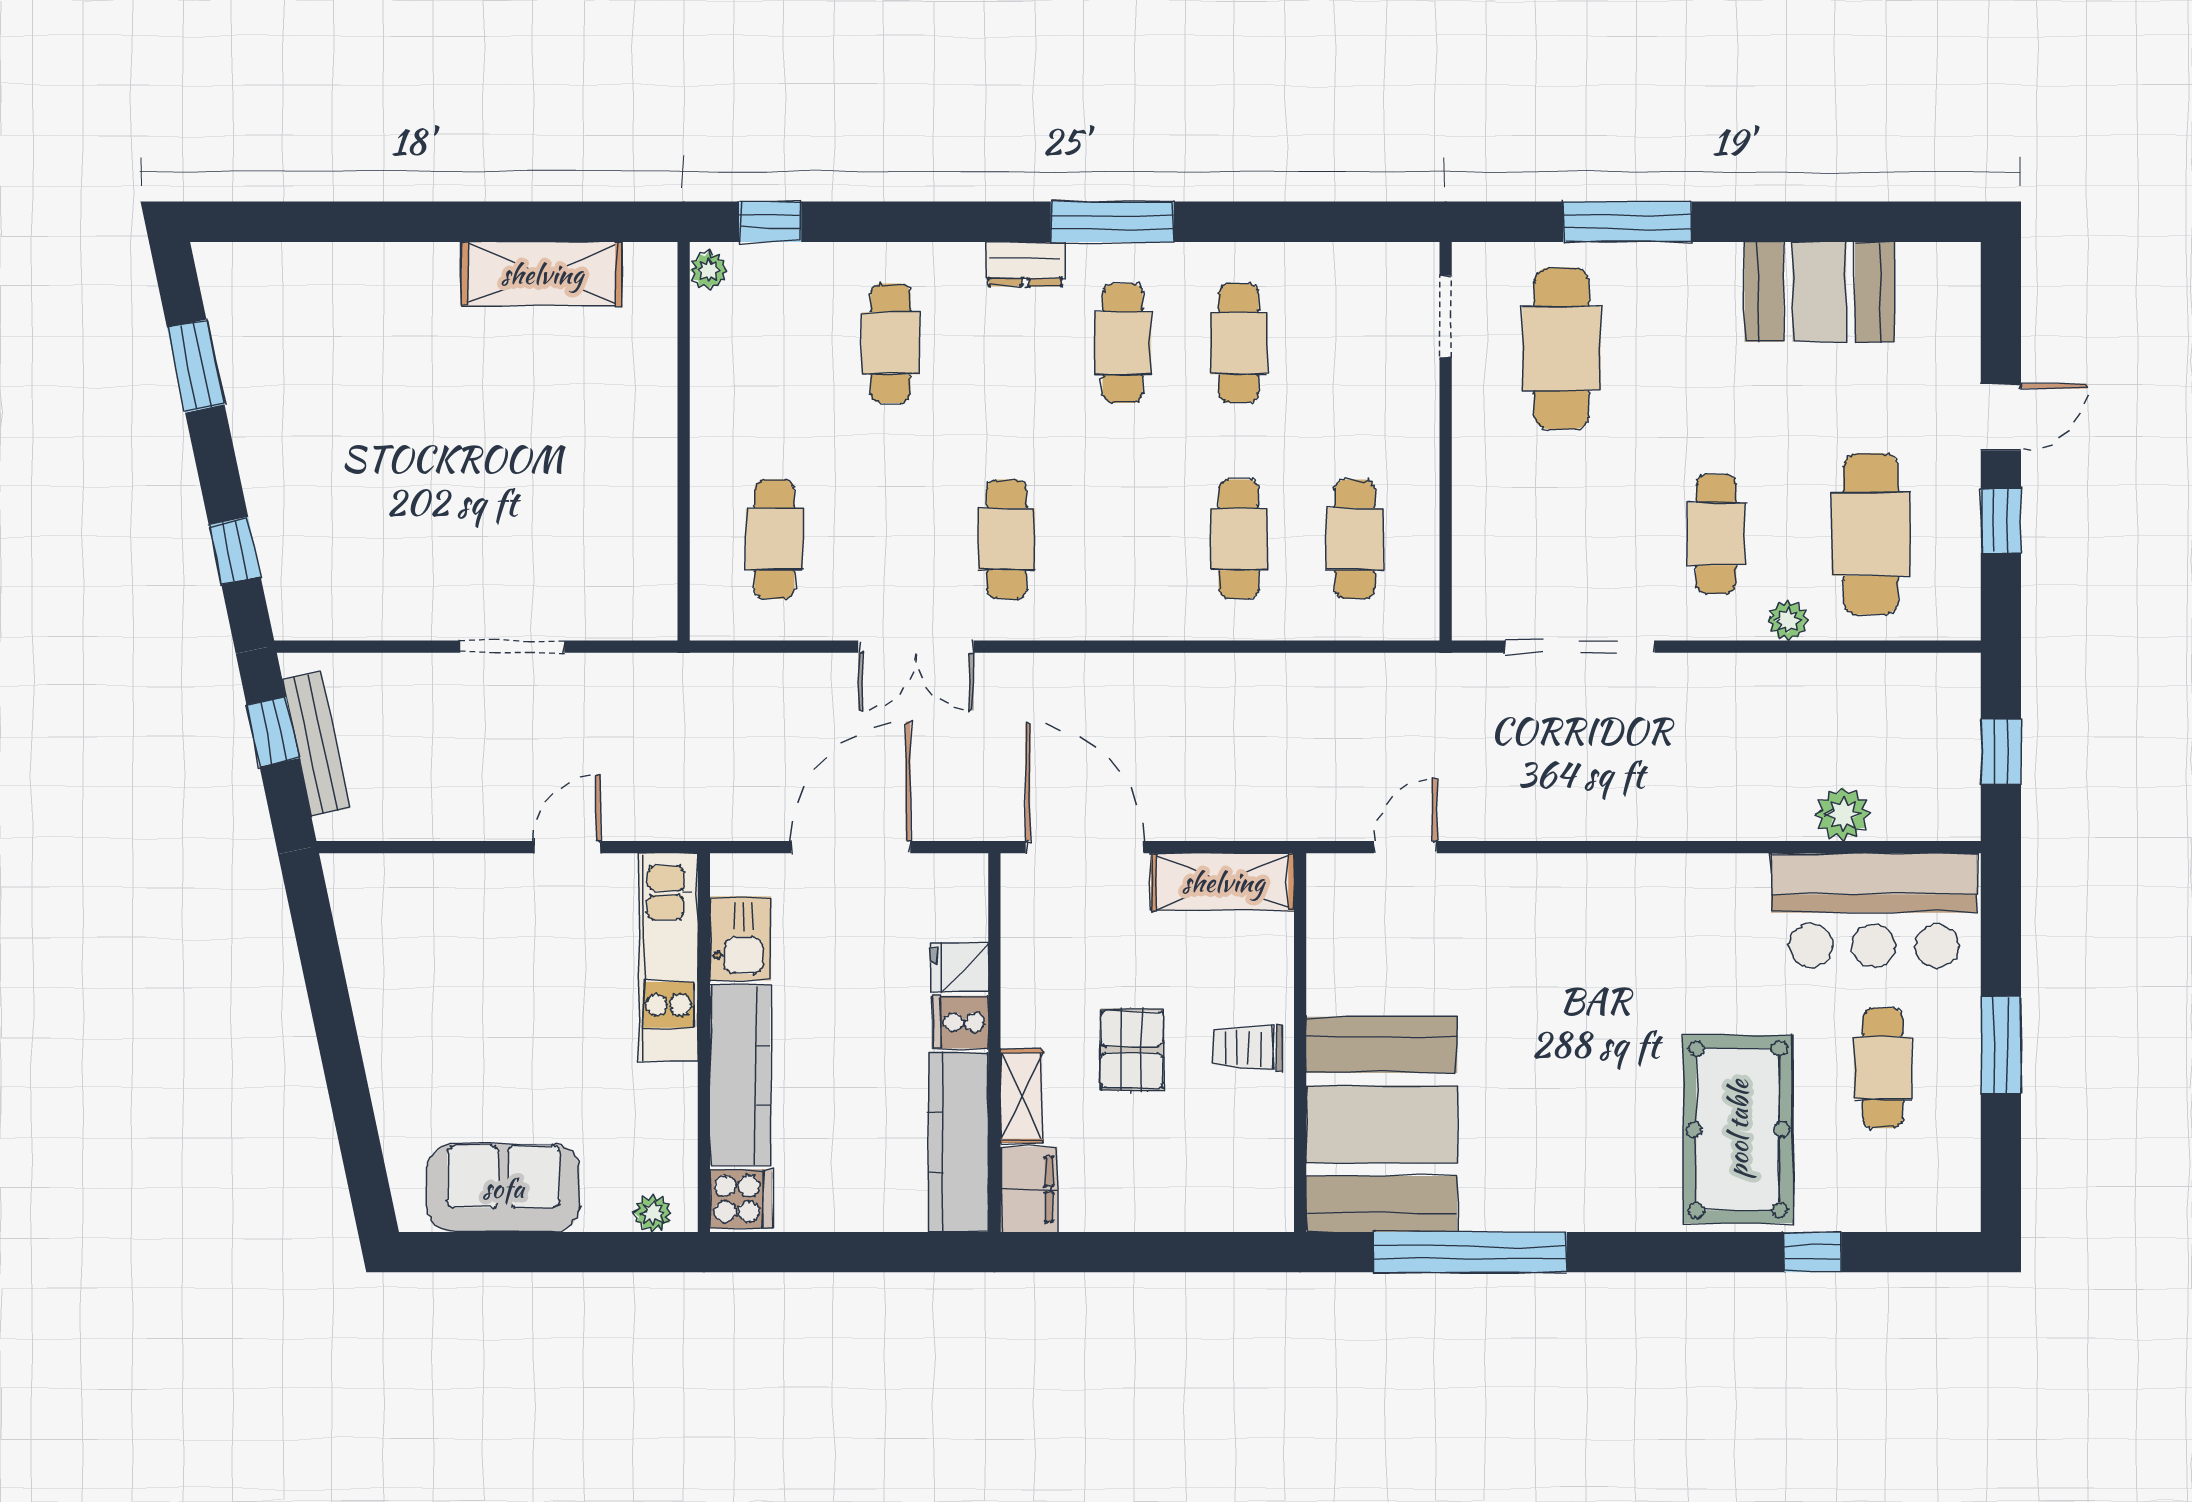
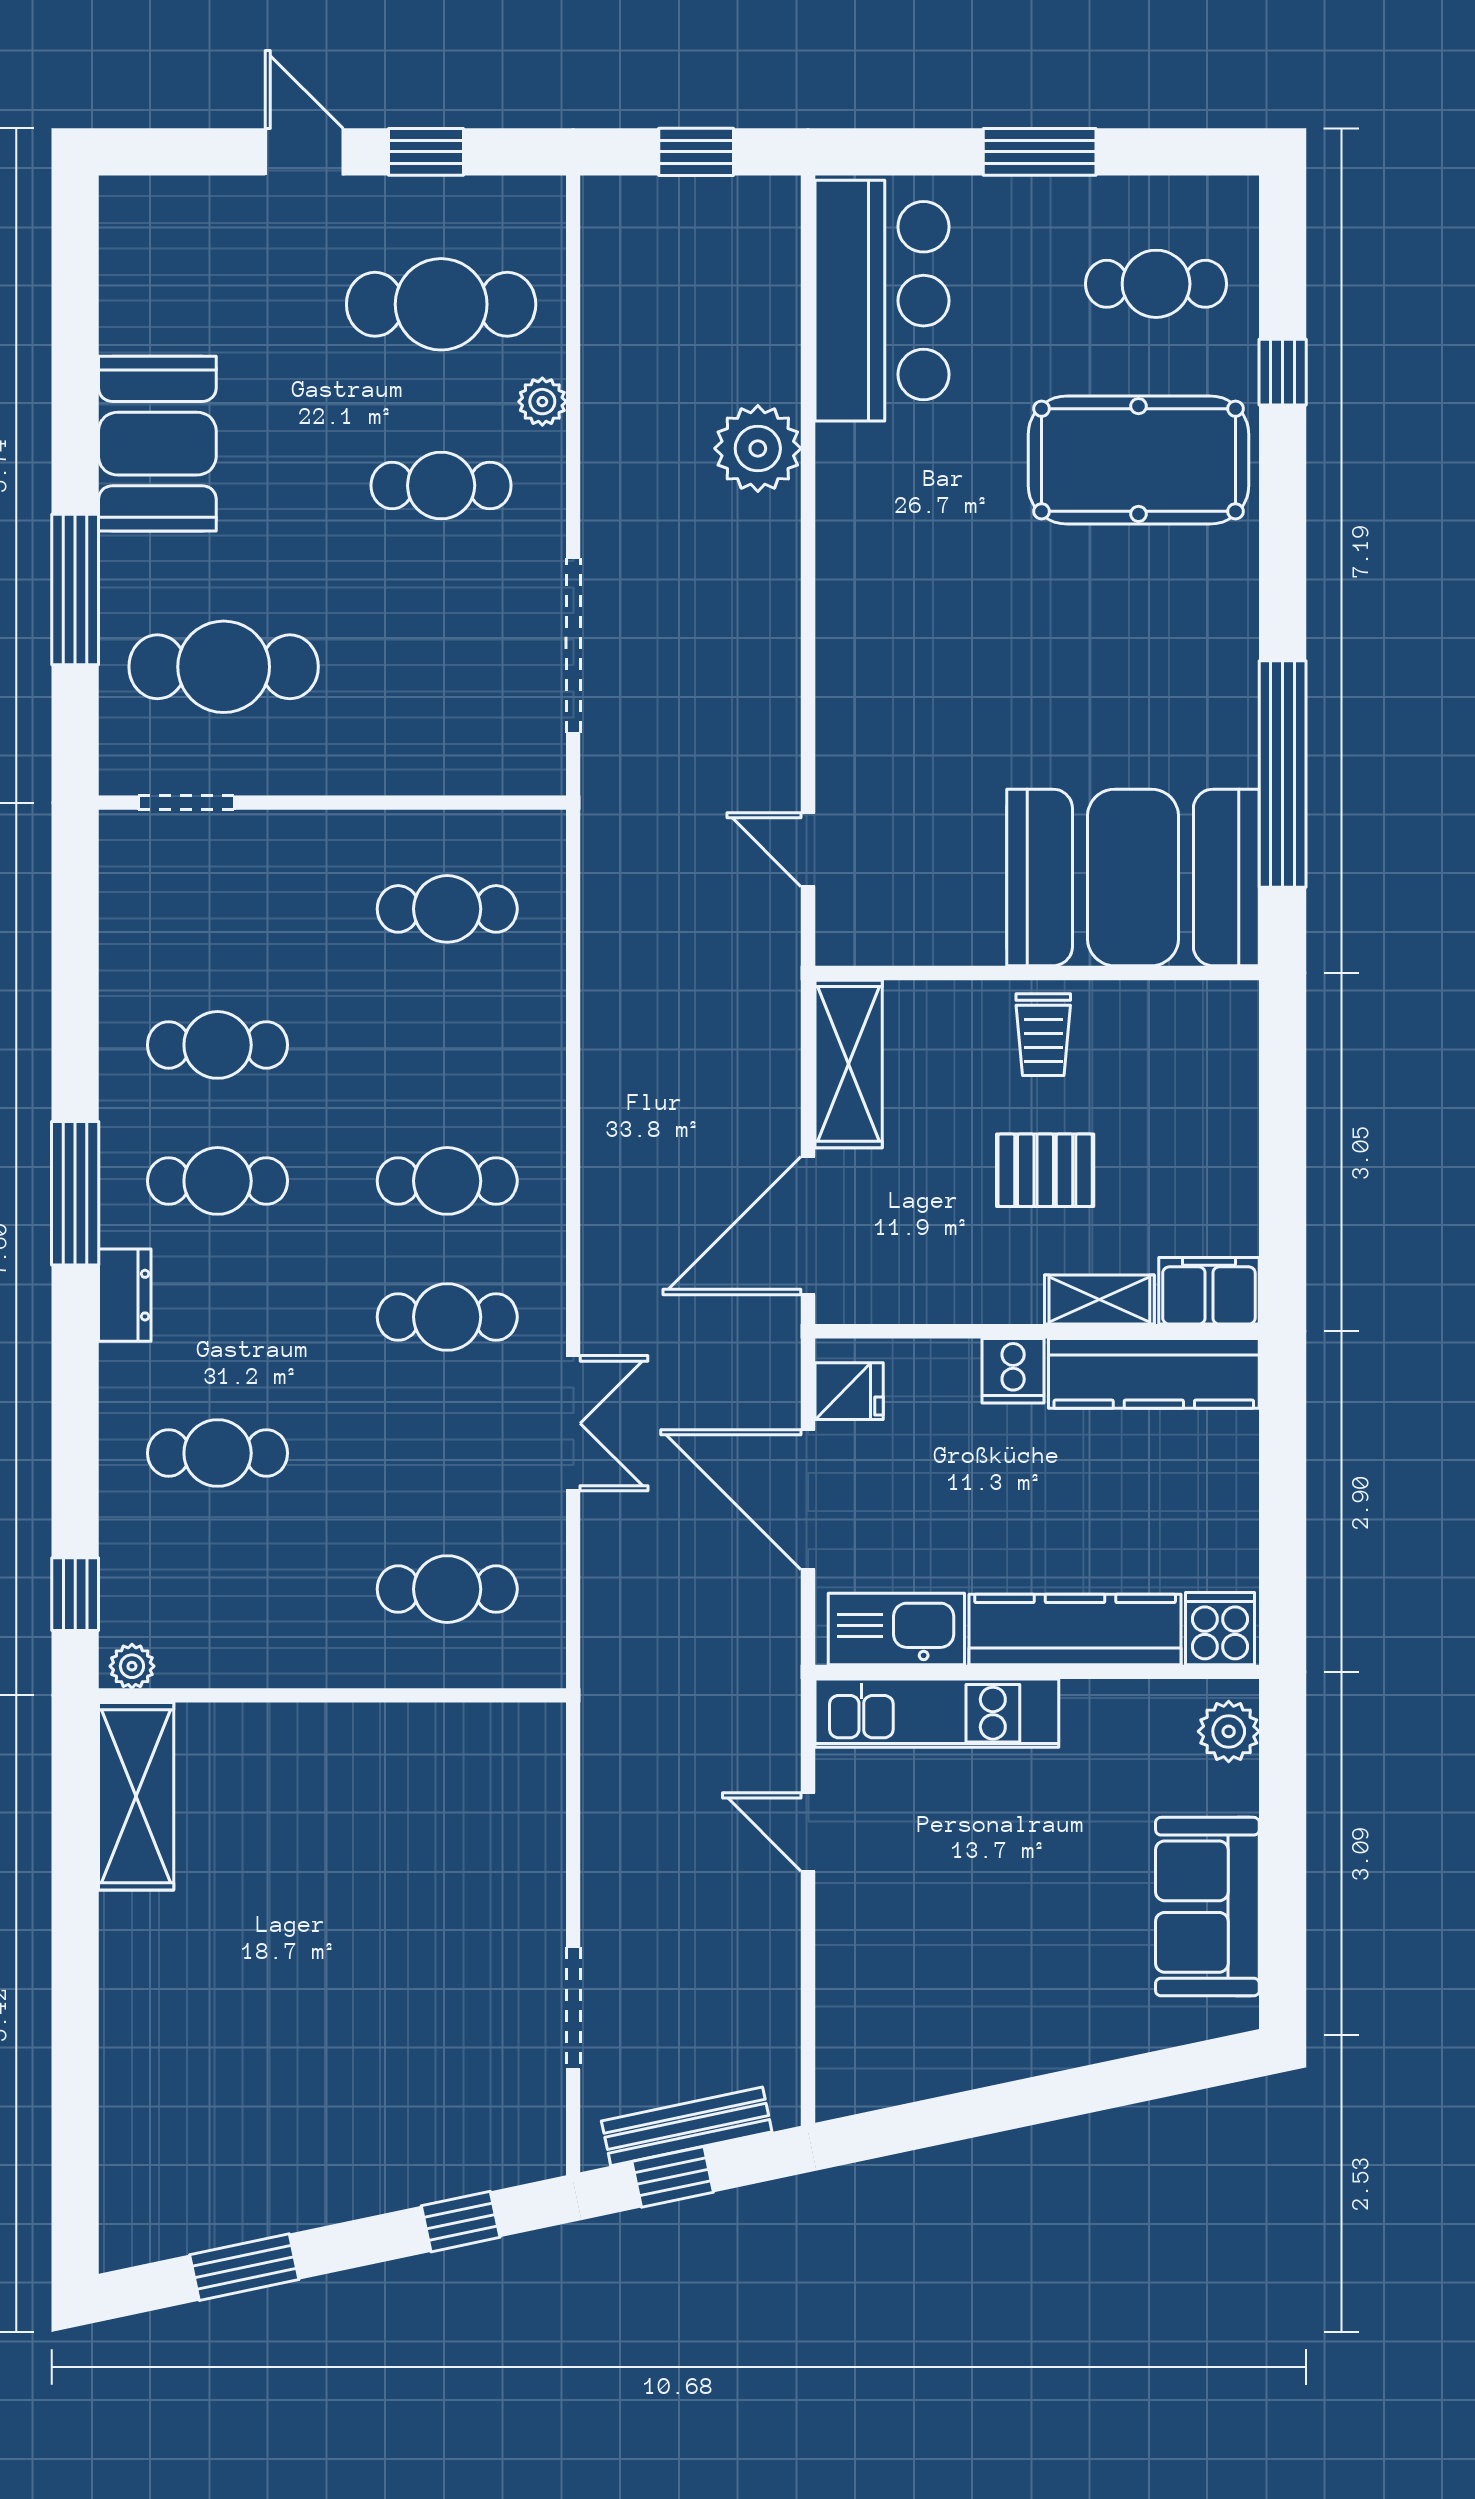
shelving: (542, 274) -> (136, 1796), moved
booth: (1819, 292) -> (157, 444), moved
cafe table: (1239, 539) -> (447, 1181), moved
doorway: (512, 647) -> (573, 2008), moved
plant: (1843, 814) -> (758, 448), moved, width x1.36, depth x1.36
kitchen sink: (740, 938) -> (896, 1629), width x1.38
fridge: (959, 967) -> (849, 1391), moved, turned -90
cafe table: (1883, 1068) -> (1156, 284), moved
plant: (653, 1213) -> (1229, 1731), width x1.38, depth x1.38

